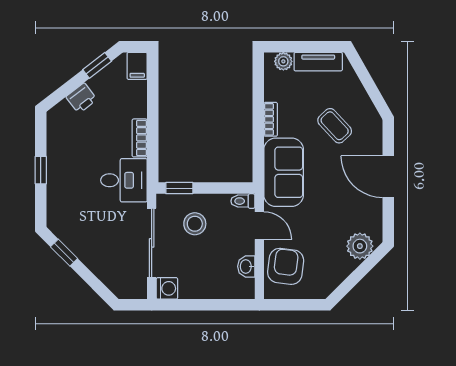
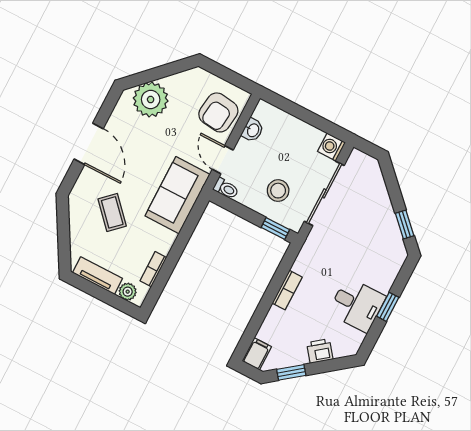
bookcase: (271, 119) -> (153, 269), moved
desk: (124, 180) -> (357, 305), moved, turned 180
plant: (360, 246) -> (151, 99), width x1.36, depth x1.36

